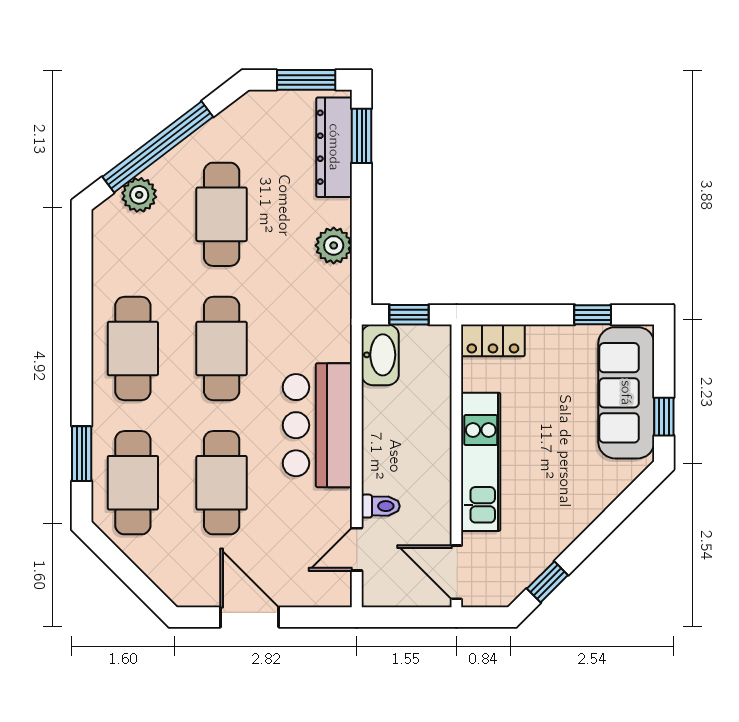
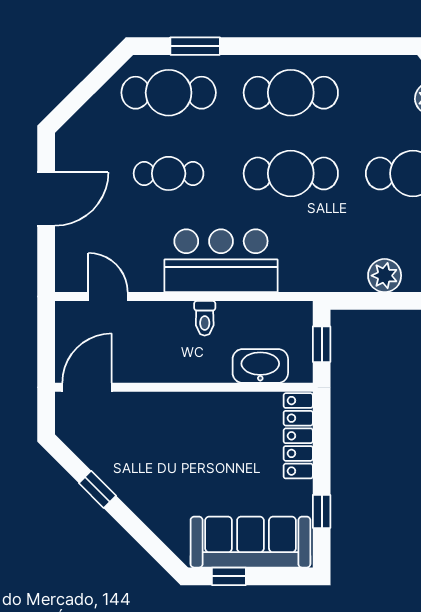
locker: (493, 340) -> (298, 436), width x1.53
washbasin: (380, 355) -> (260, 366), moved, turned 180
kitchen unit: (481, 462) -> (188, 409), removed
cafe table: (222, 483) -> (169, 173), width x0.73, depth x0.74
toilet: (381, 506) -> (205, 318), moved
window: (547, 582) -> (97, 489), moved

